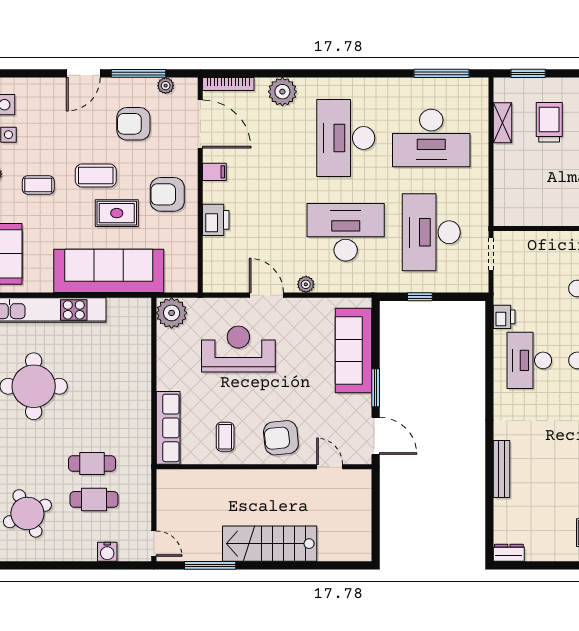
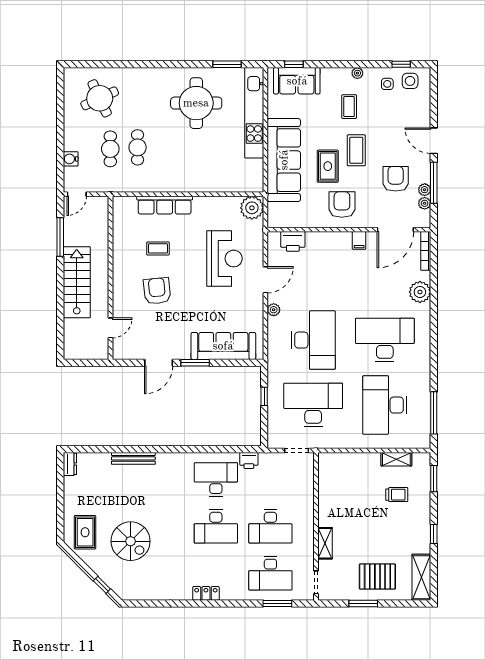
plant: (148, 86) -> (425, 190), added
trolley: (549, 122) -> (397, 495), width x0.73, depth x0.72
printer: (216, 220) -> (293, 241), moved
wall: (264, 467) -> (111, 278), moved
door: (330, 467) -> (111, 328), moved

